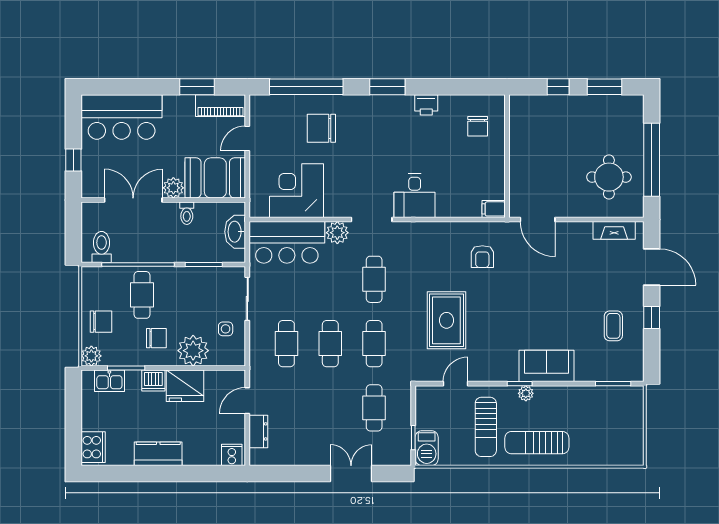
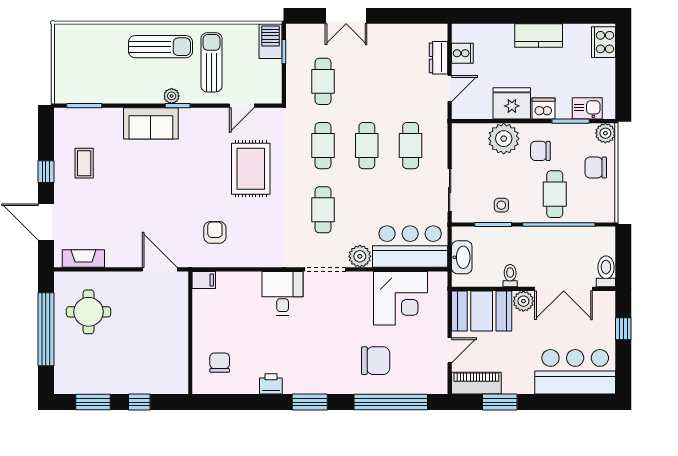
toilet: (102, 247) -> (606, 271), moved, turned 180
side table: (226, 329) -> (501, 205), moved
cooker: (232, 455) -> (462, 53), moved, turned -90

